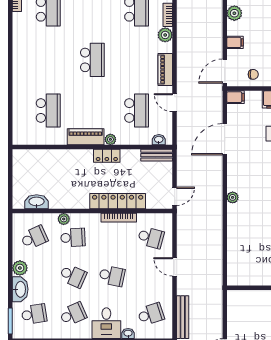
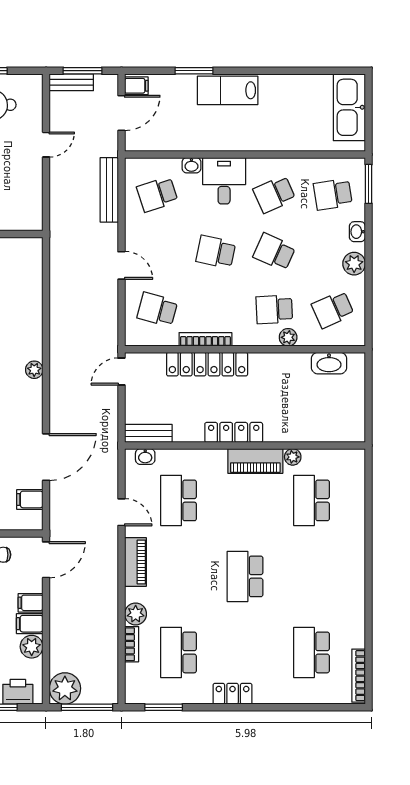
filing cabinet: (236, 29) -> (30, 624), added
filing cabinet: (236, 97) -> (30, 499), moved
plant: (110, 139) -> (293, 457), moved
locker: (107, 156) -> (234, 432), width x1.53
washbasin: (20, 289) -> (357, 232), width x0.52, depth x0.69

